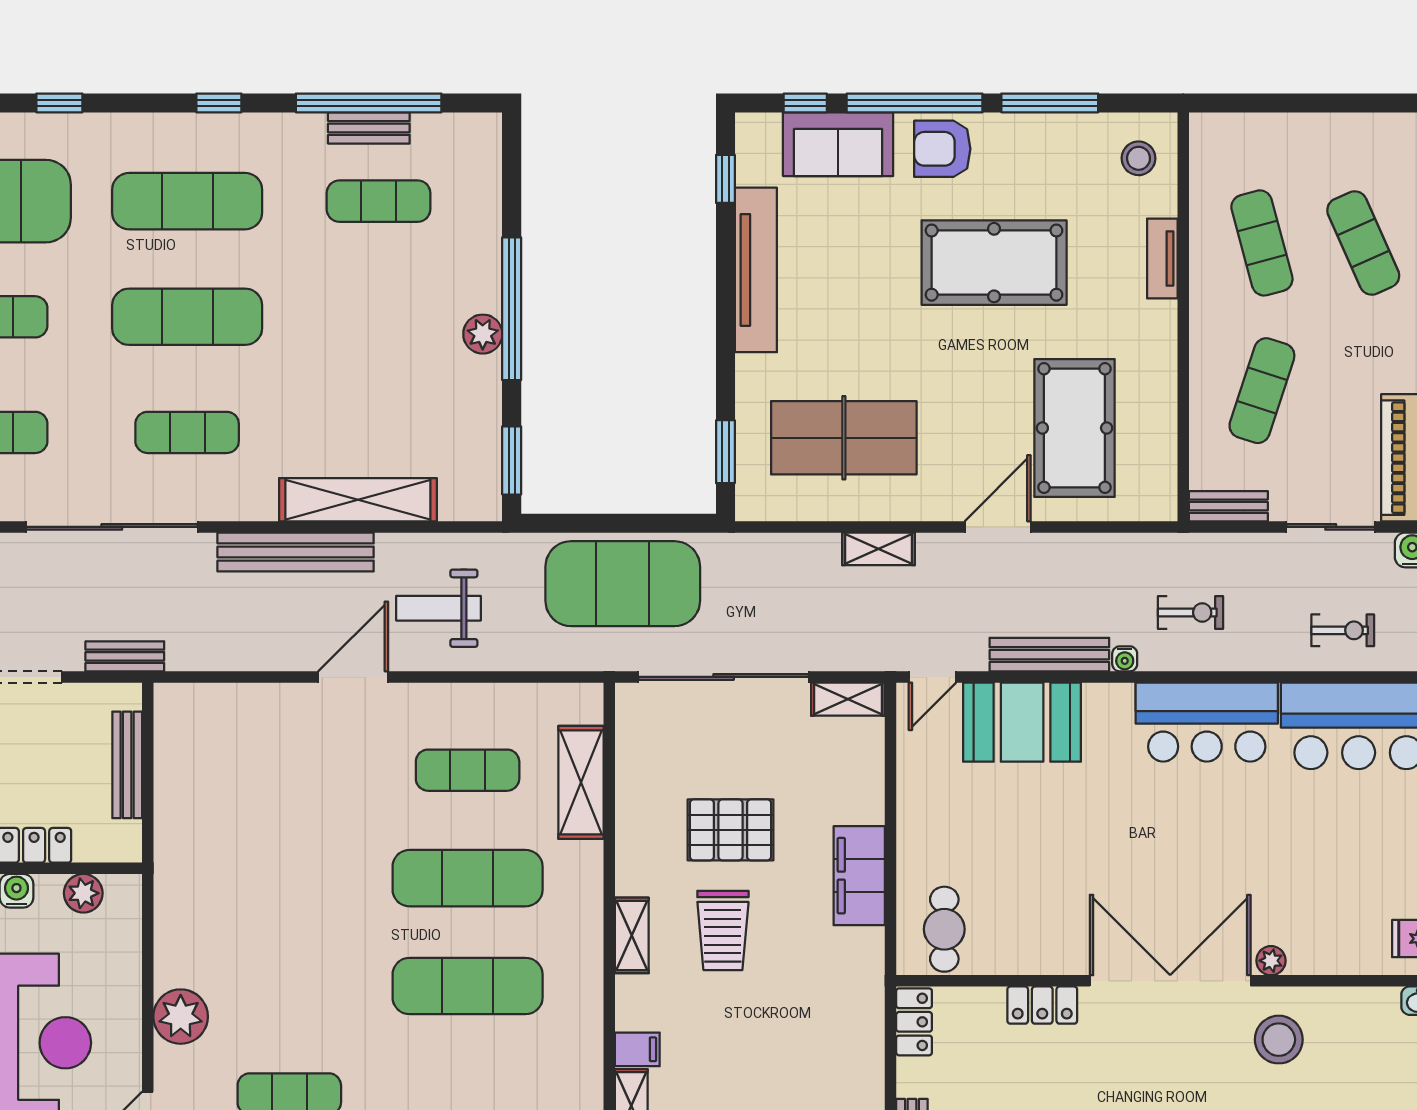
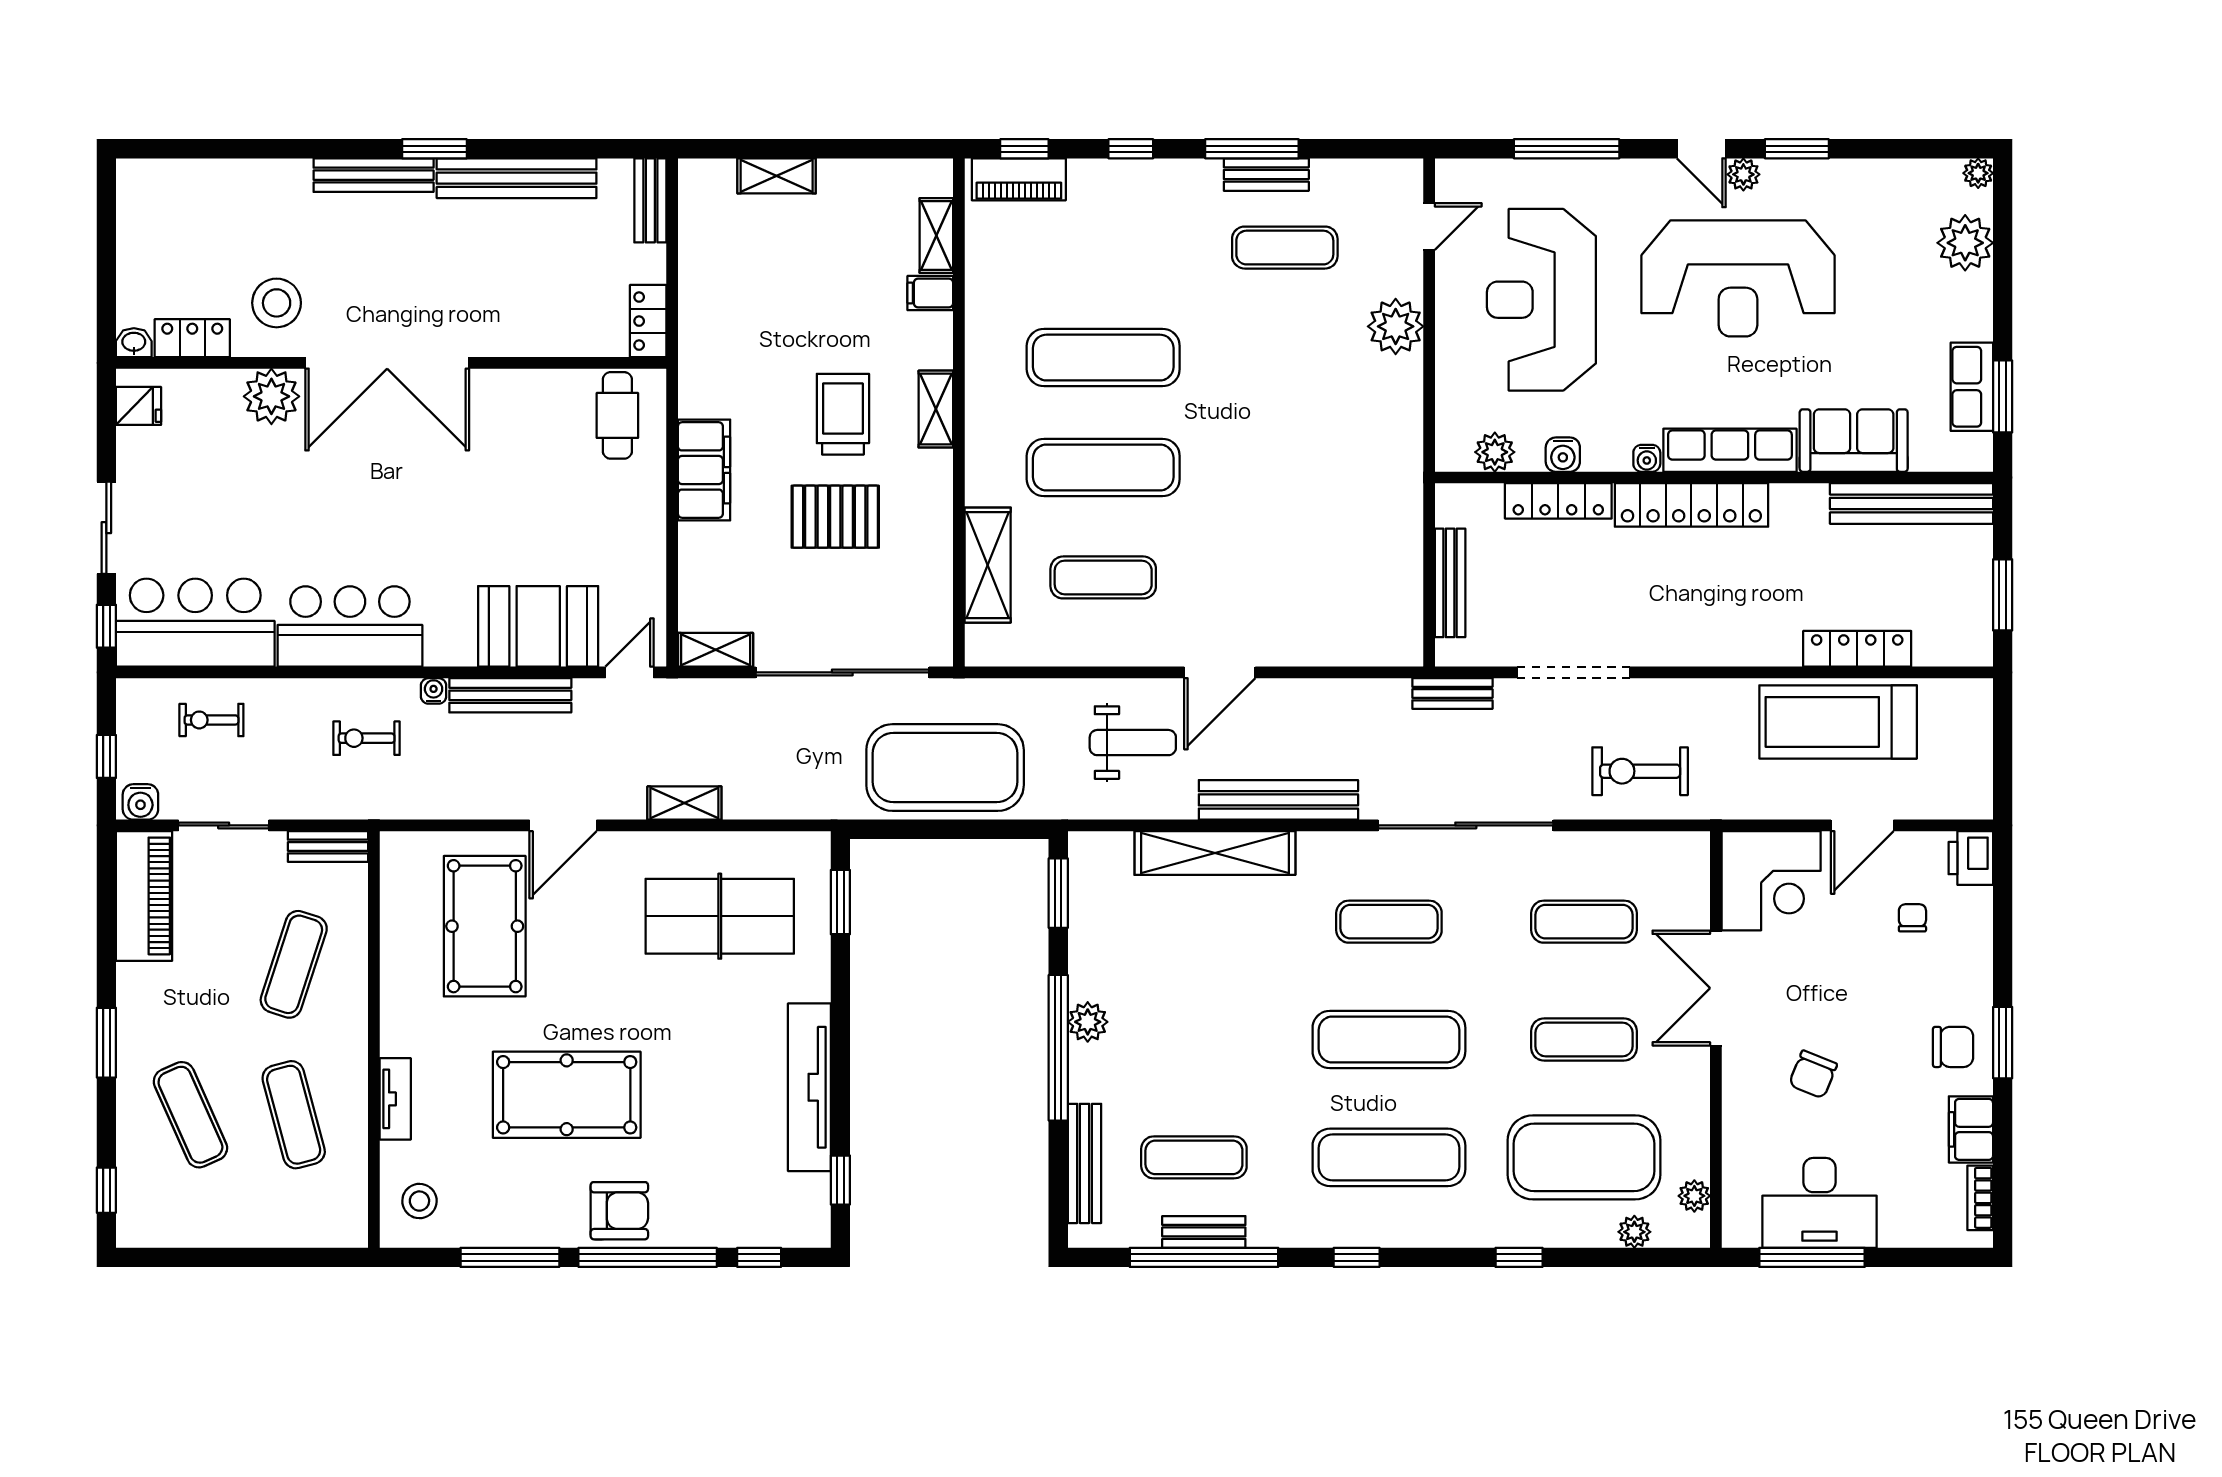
sofa: (838, 144) -> (726, 1215), removed
bench: (486, 195) -> (1085, 1163), added
plant: (1271, 961) -> (271, 396), width x1.88, depth x1.88
locker: (1042, 1005) -> (192, 338), moved

